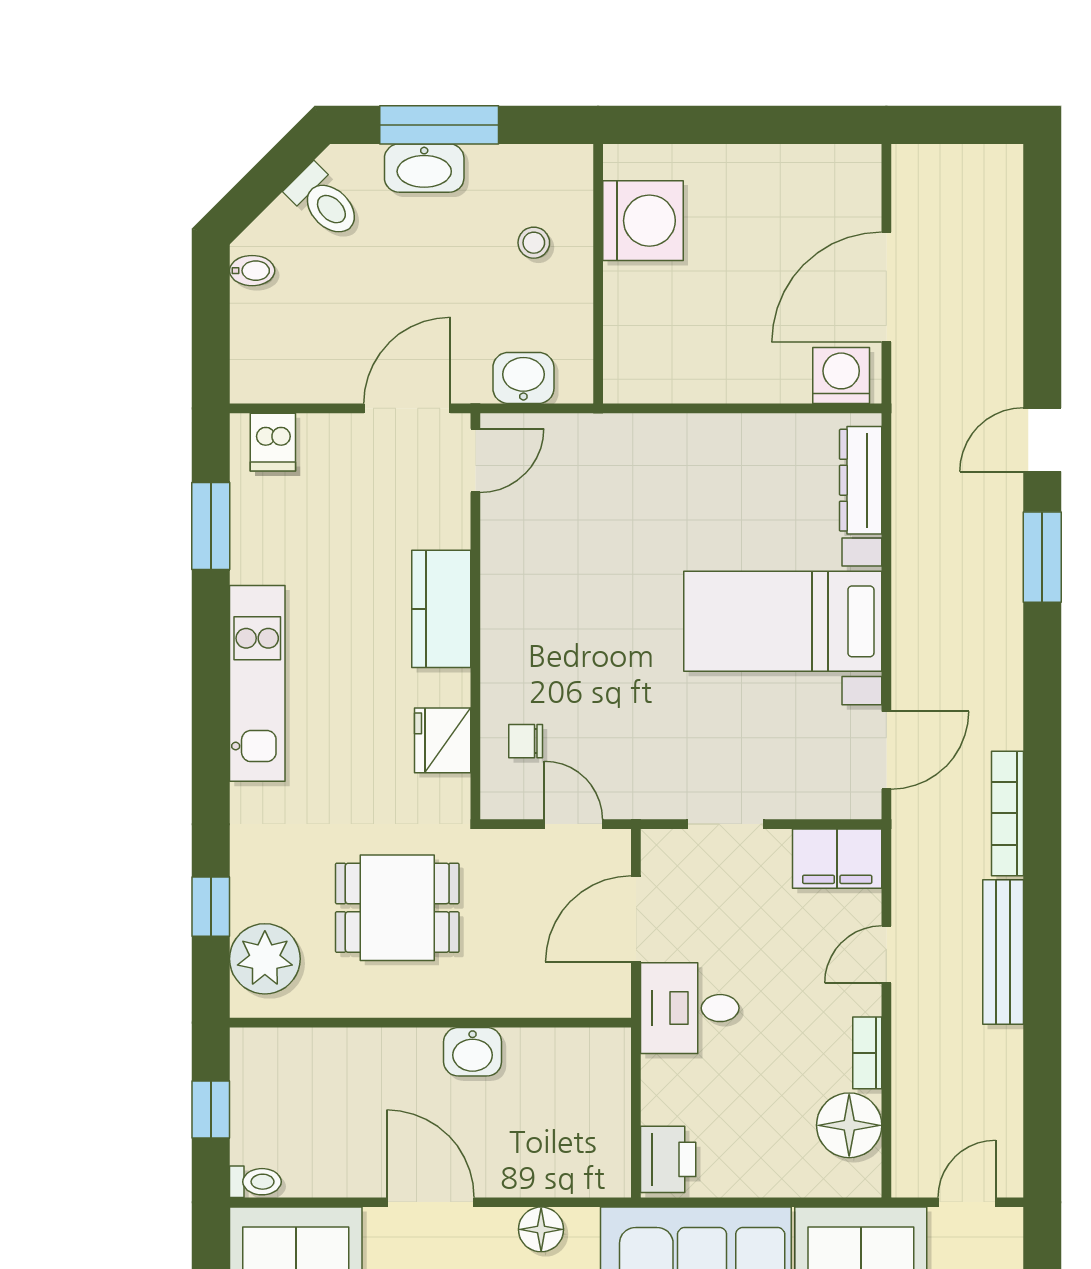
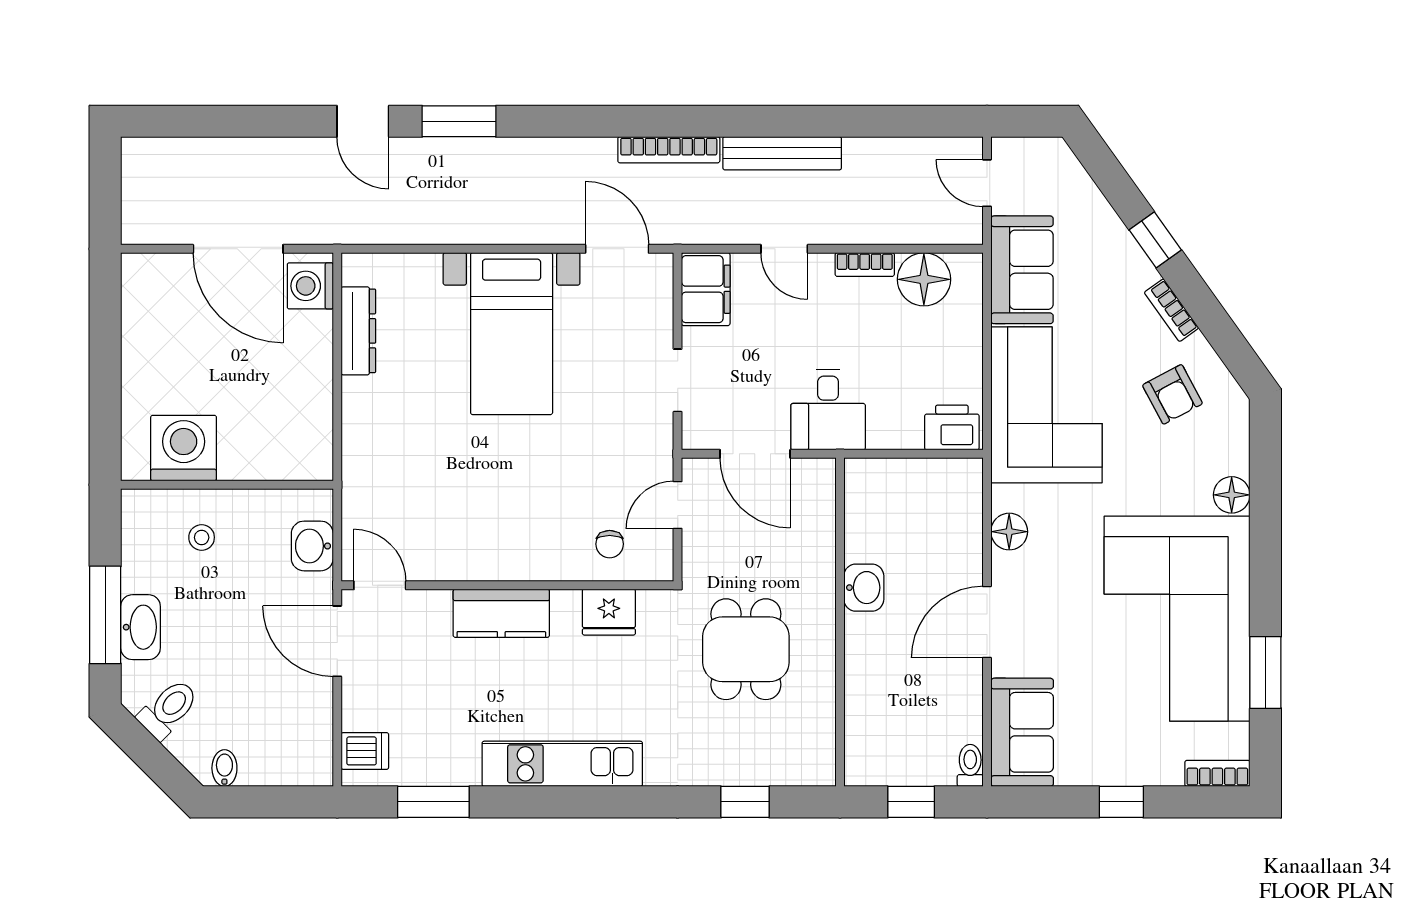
dresser: (861, 480) -> (358, 331), moved, turned -90
plant: (265, 959) -> (788, 758), removed

